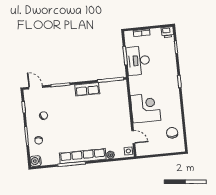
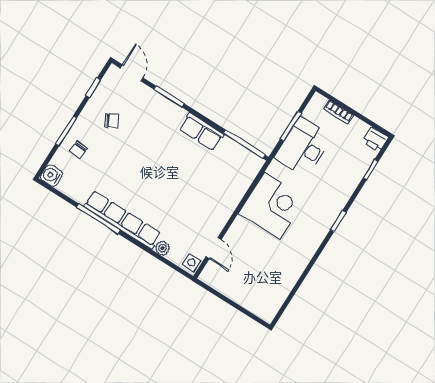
corner desk: (146, 108) -> (272, 205), moved
chair: (172, 133) -> (272, 284), removed

